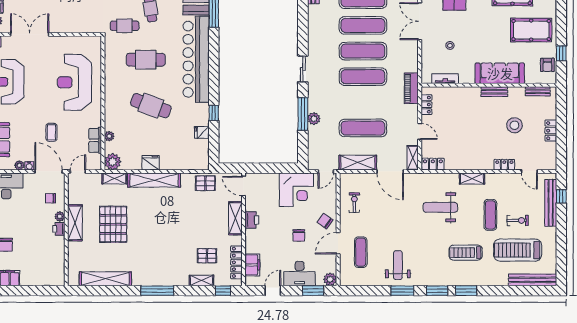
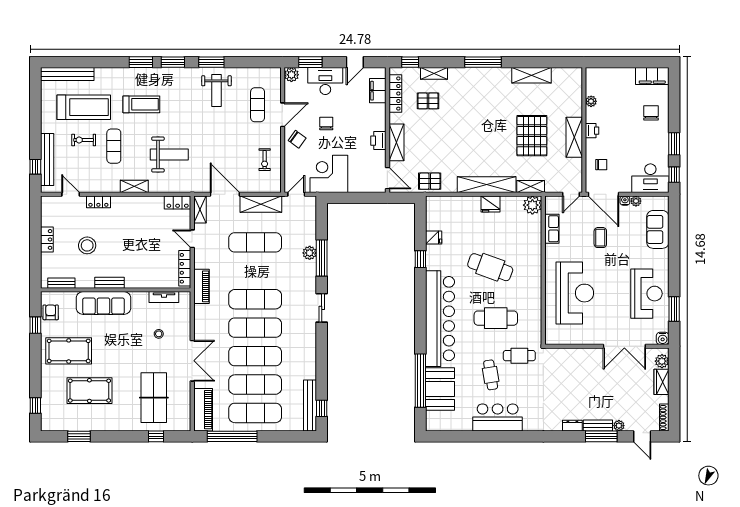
locker: (426, 105) -> (185, 268), width x1.53
plant: (109, 136) -> (536, 233), removed
plant: (60, 216) -> (591, 101), moved
shelving: (105, 279) -> (531, 75), width x0.68

